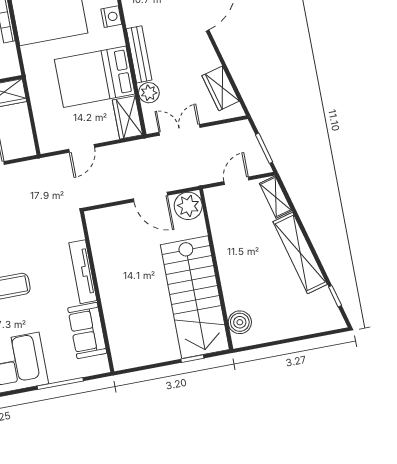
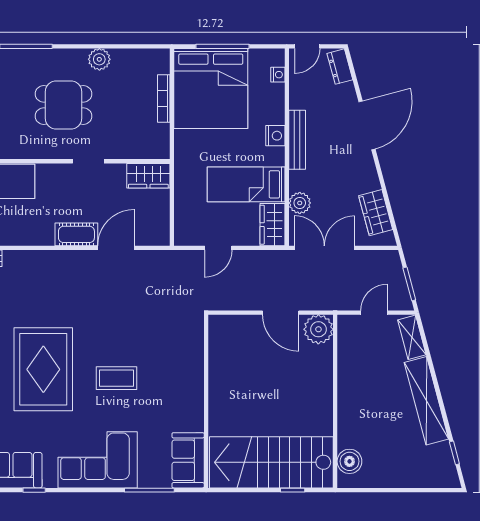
nightstand: (111, 17) -> (275, 136), moved
bench: (139, 54) -> (297, 140), moved
bed: (95, 77) -> (246, 184), width x0.67
double door: (180, 130) -> (324, 248), width x1.37
tv unit: (83, 272) -> (195, 377), removed
stairs: (195, 297) -> (271, 462), moved, turned 90
sofa: (87, 331) -> (188, 460), moved

